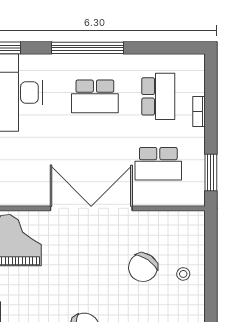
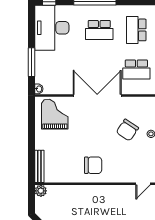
school desk: (158, 96) -> (136, 30), turned 180

